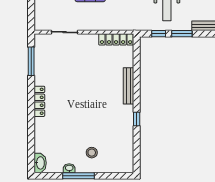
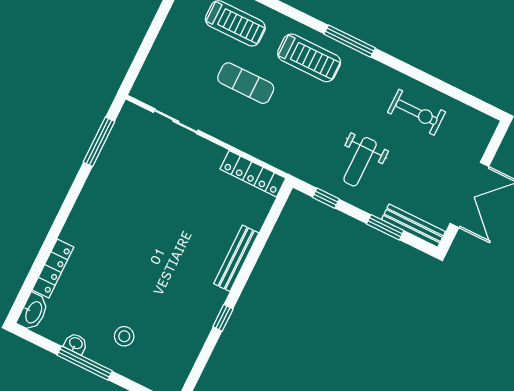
window: (182, 34) -> (385, 227), moved
locker: (39, 101) -> (53, 268), moved

